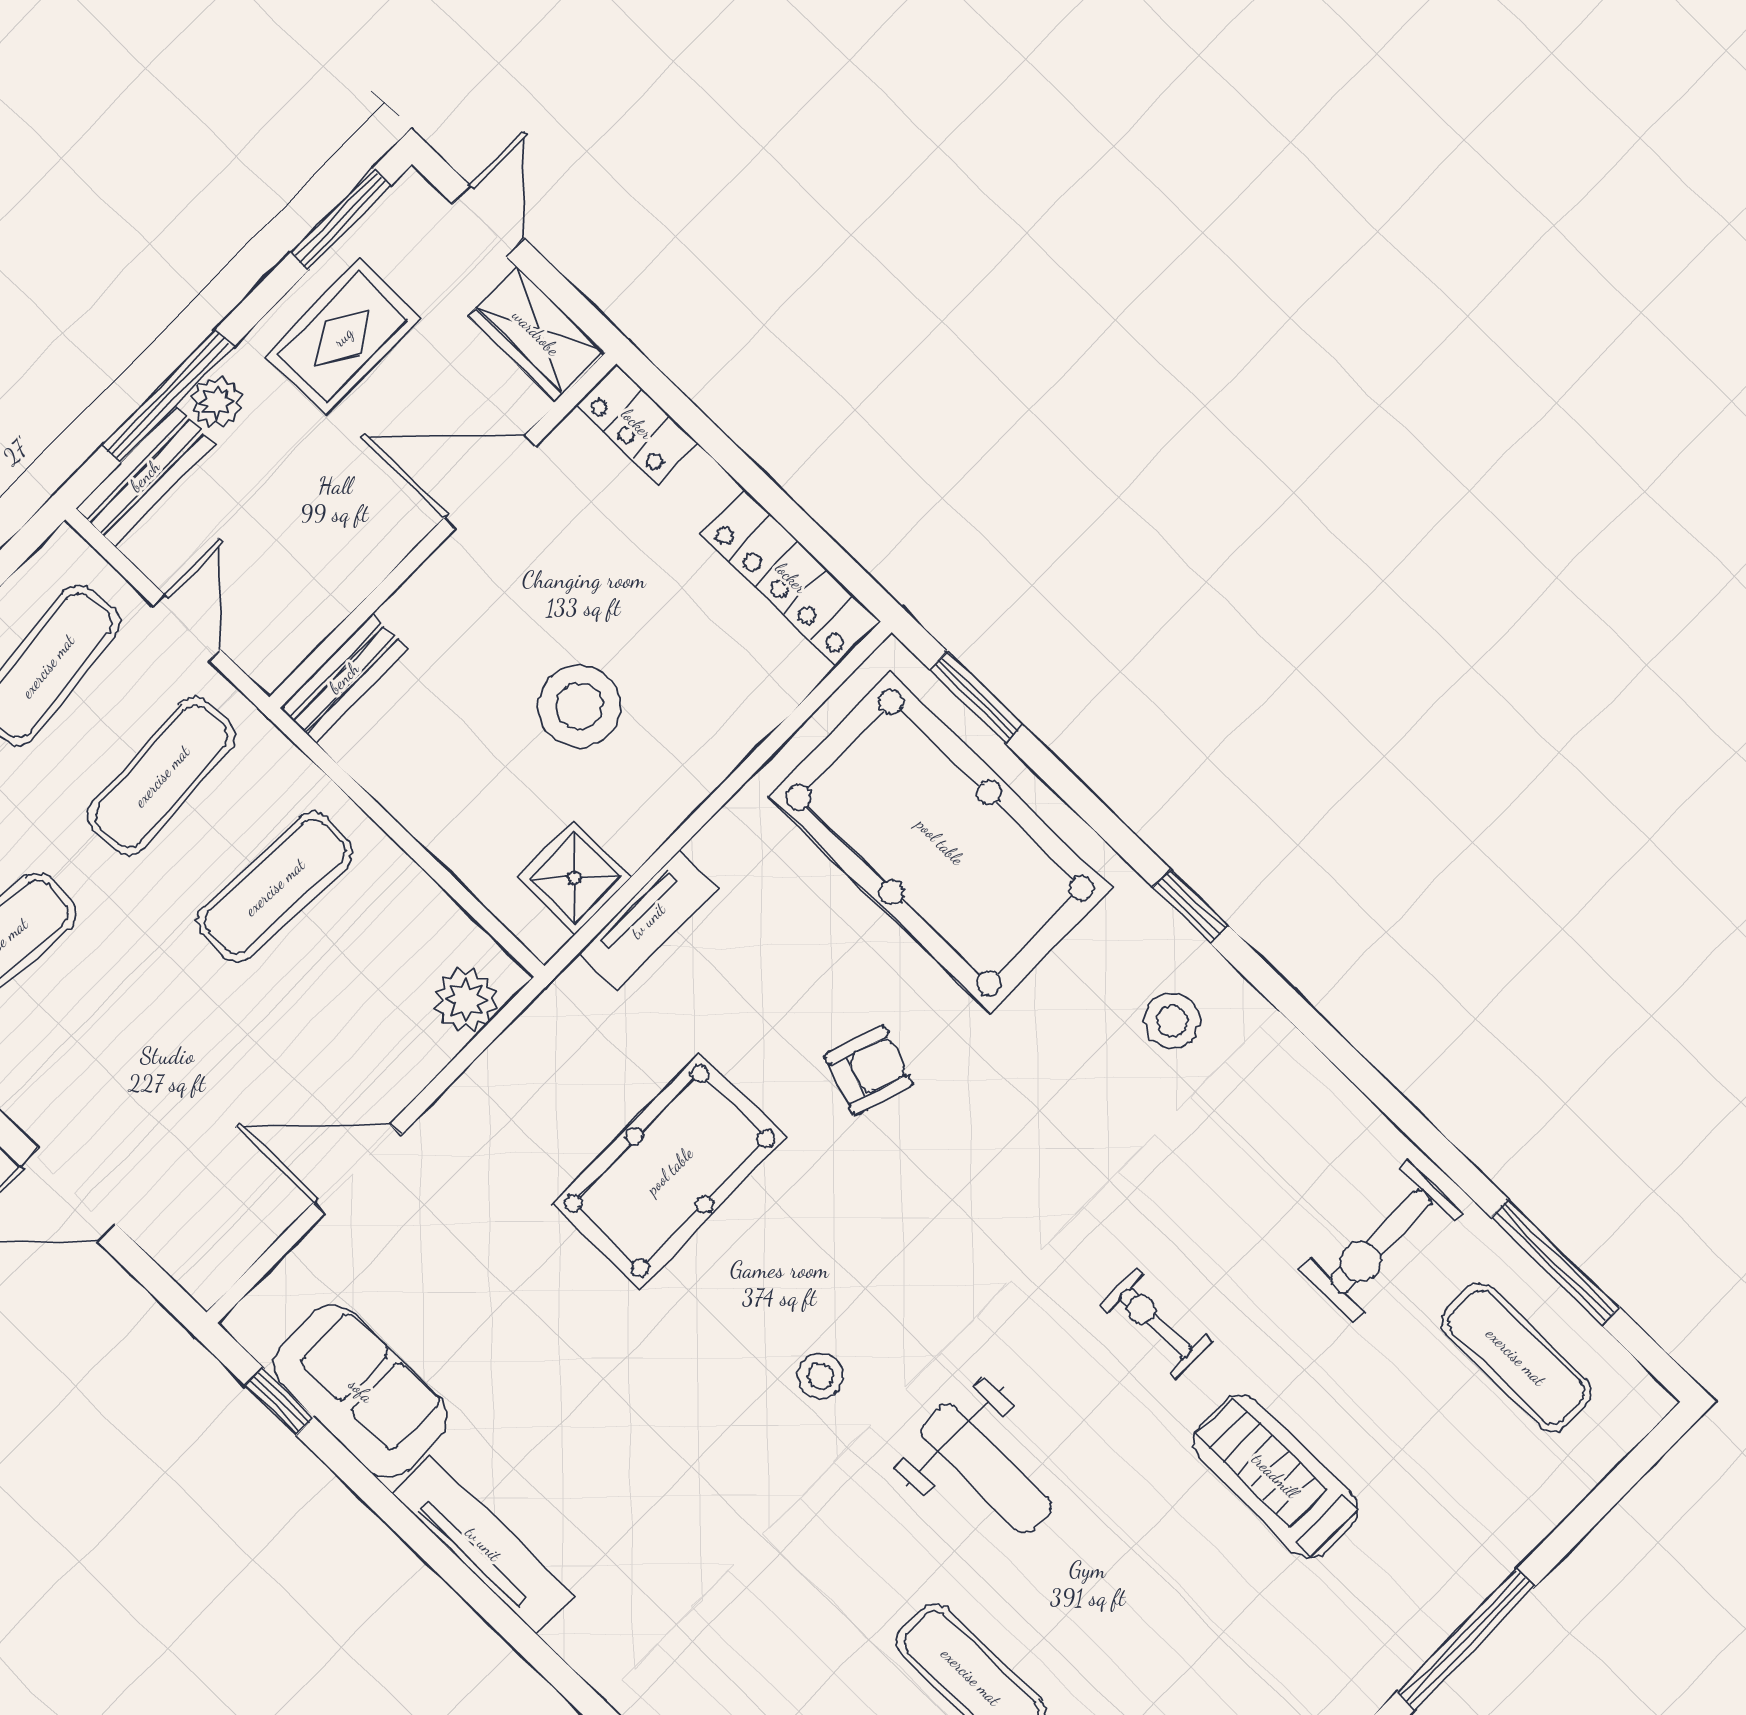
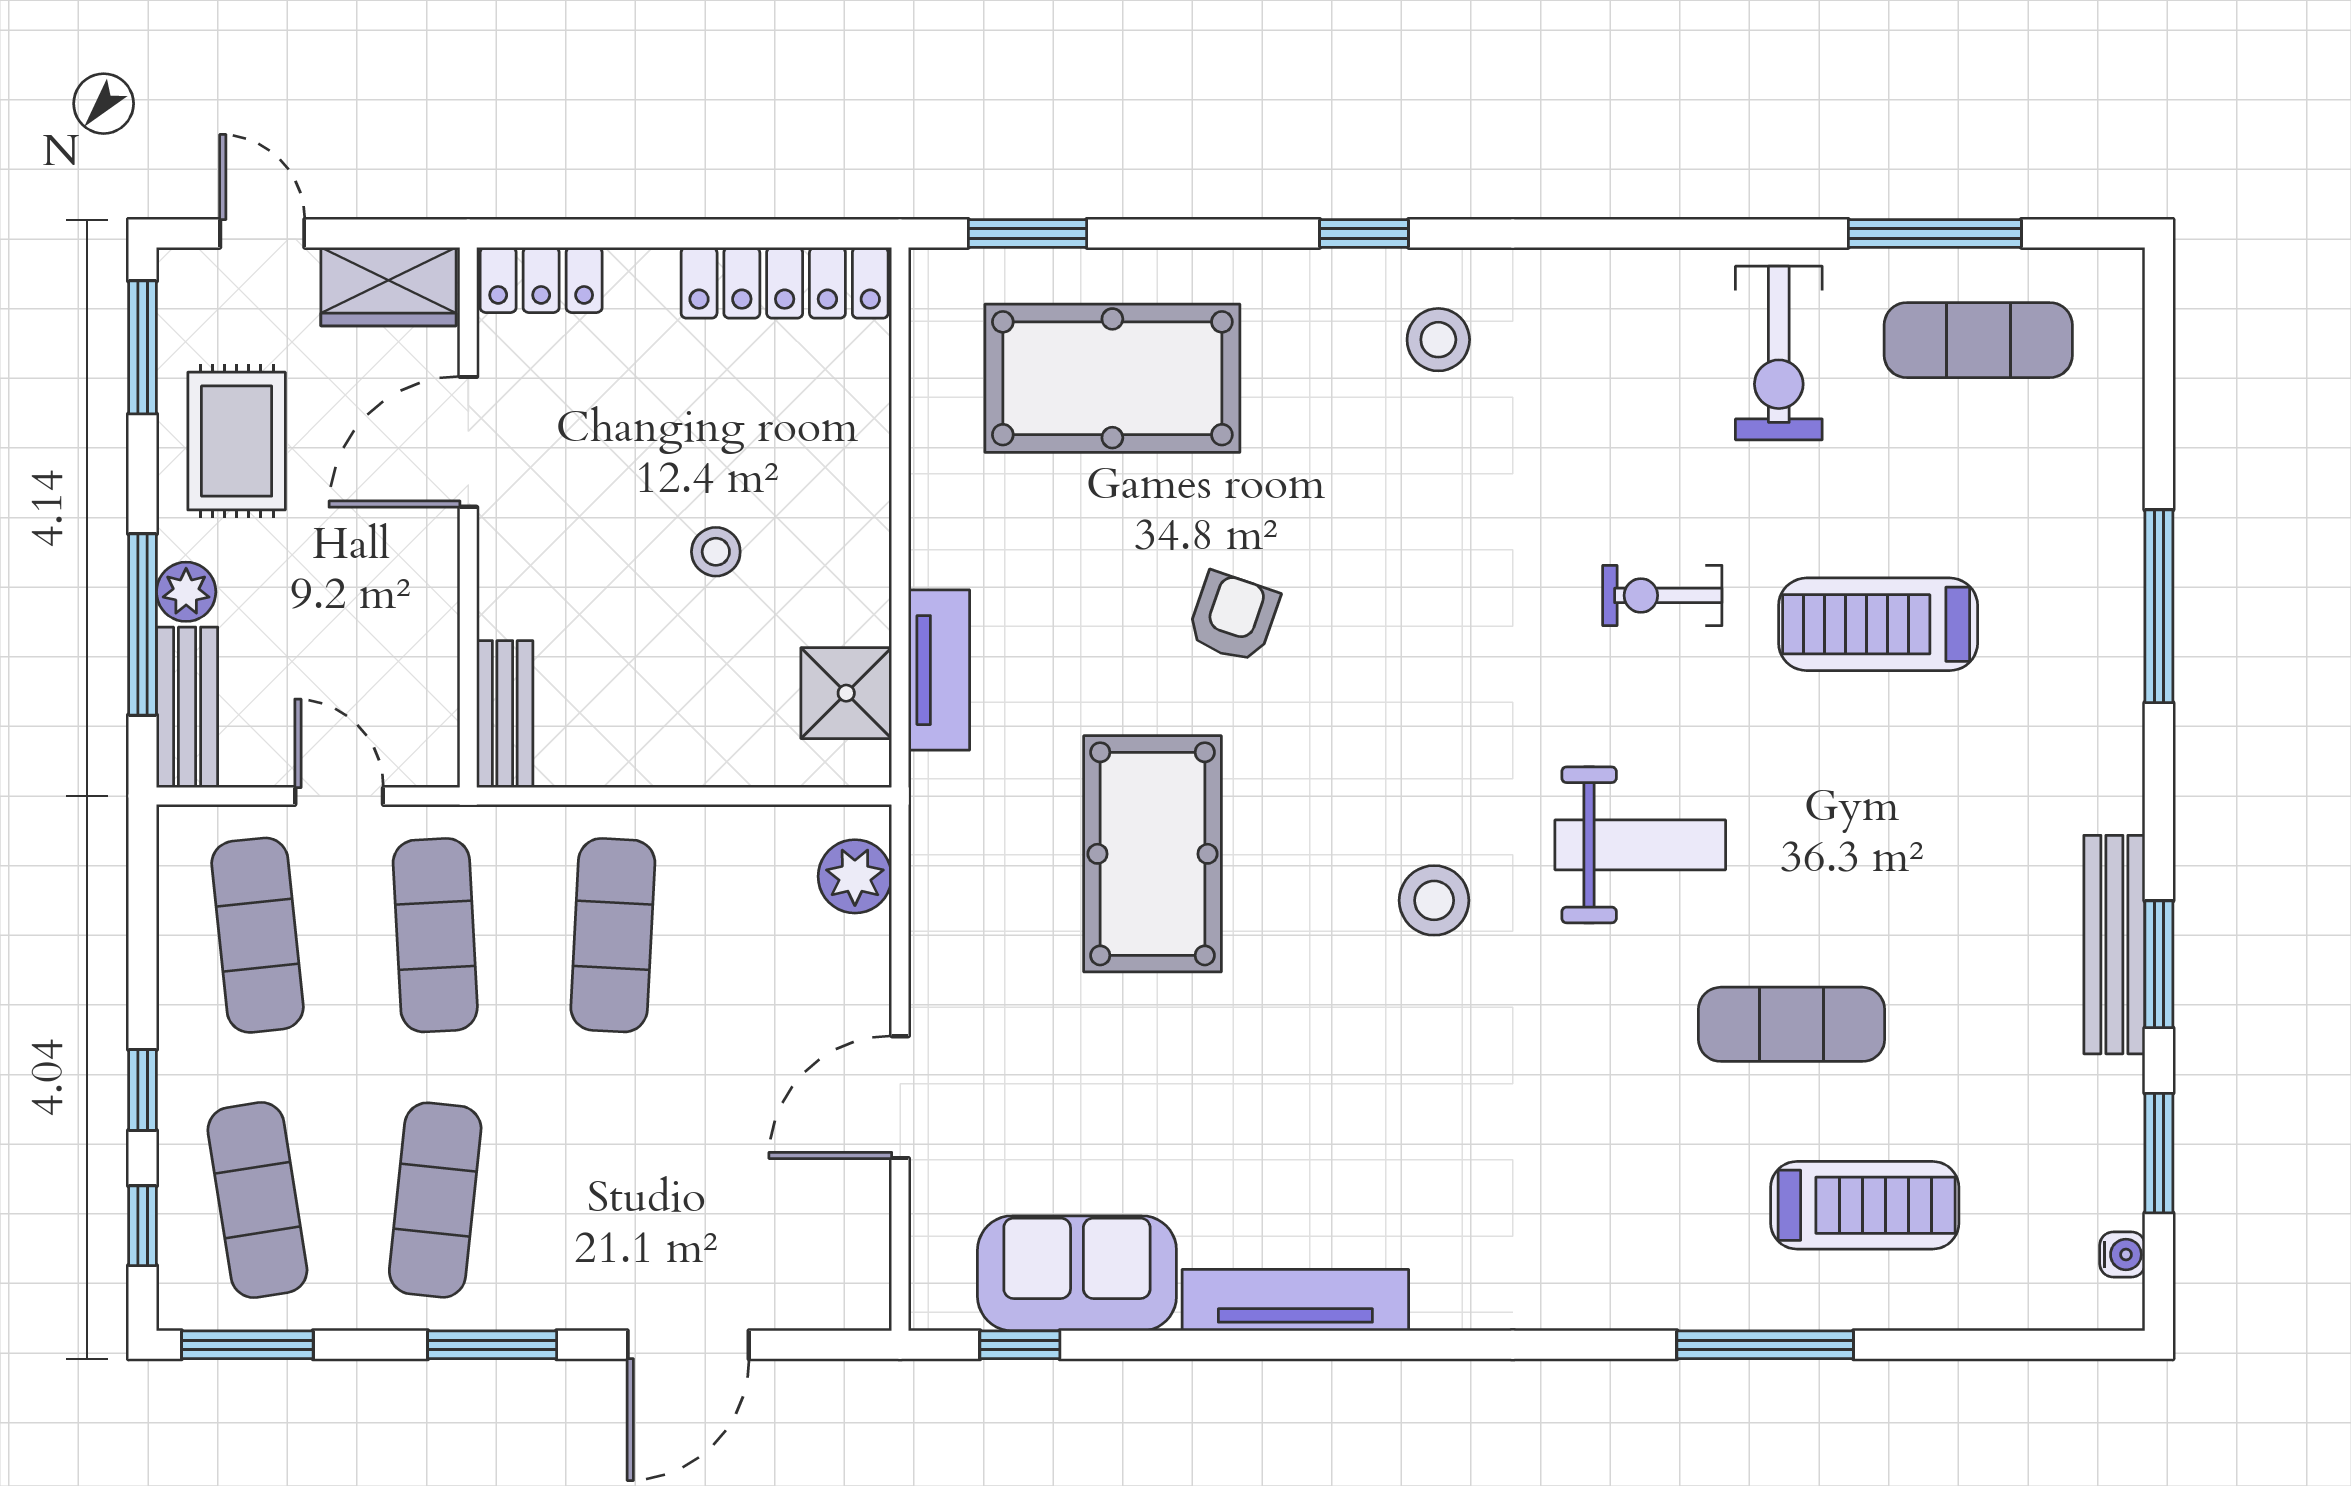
stool: (579, 706) -> (716, 552), width x0.53, depth x0.53
pool table: (940, 842) -> (1112, 378), width x0.73, depth x0.76
stool: (820, 1376) -> (1434, 900), width x1.37, depth x1.37

